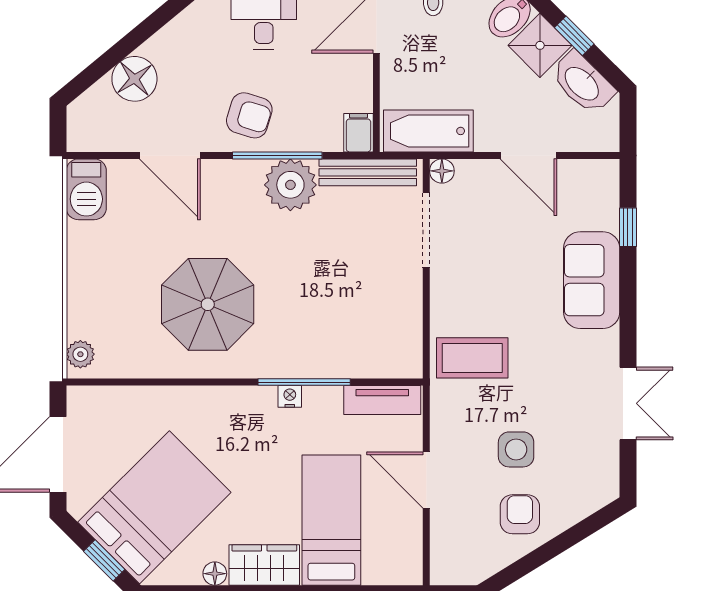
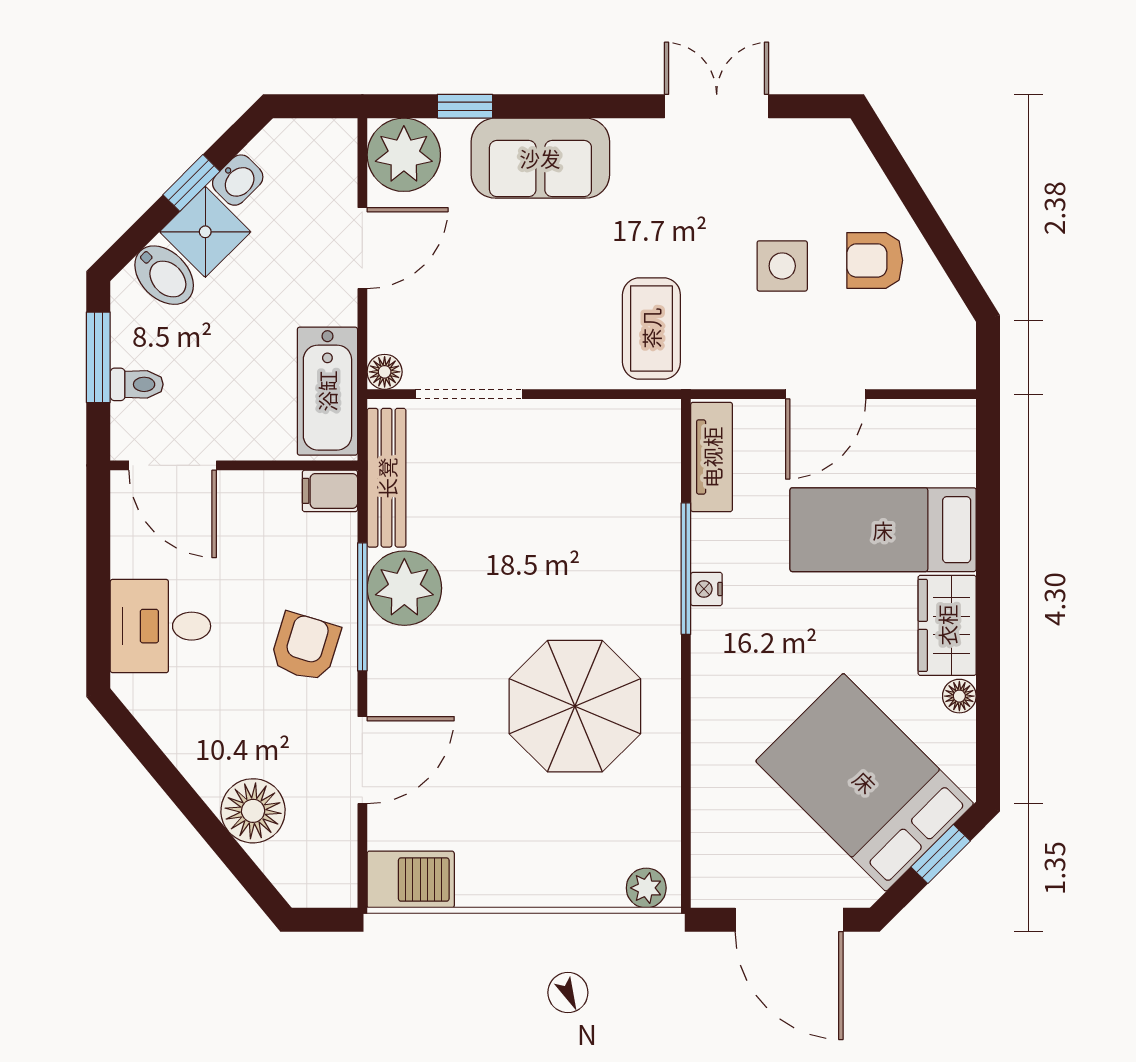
washbasin: (583, 83) -> (238, 180), width x0.52, depth x0.69
plant: (594, 184) -> (404, 155), added

